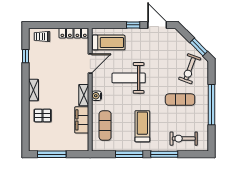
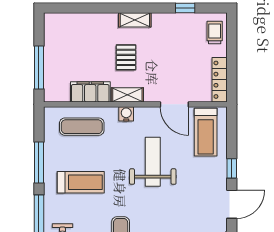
pallet: (43, 115) -> (126, 57), moved
window: (52, 154) -> (39, 67), moved

